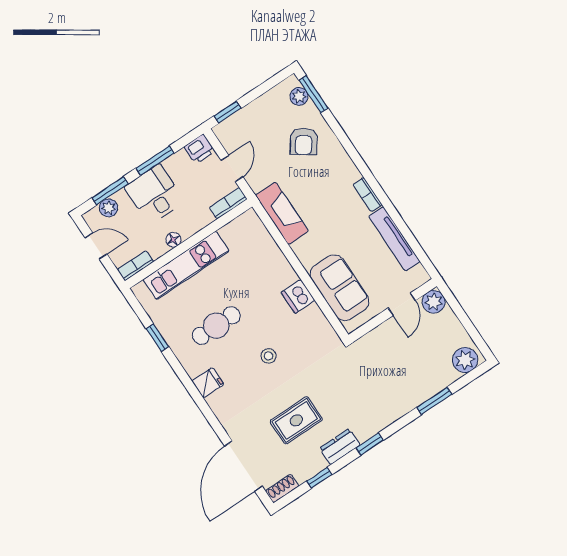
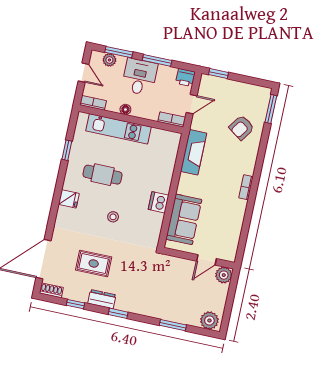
plant: (299, 96) -> (262, 103), removed
tv unit: (394, 239) -> (237, 223), removed

